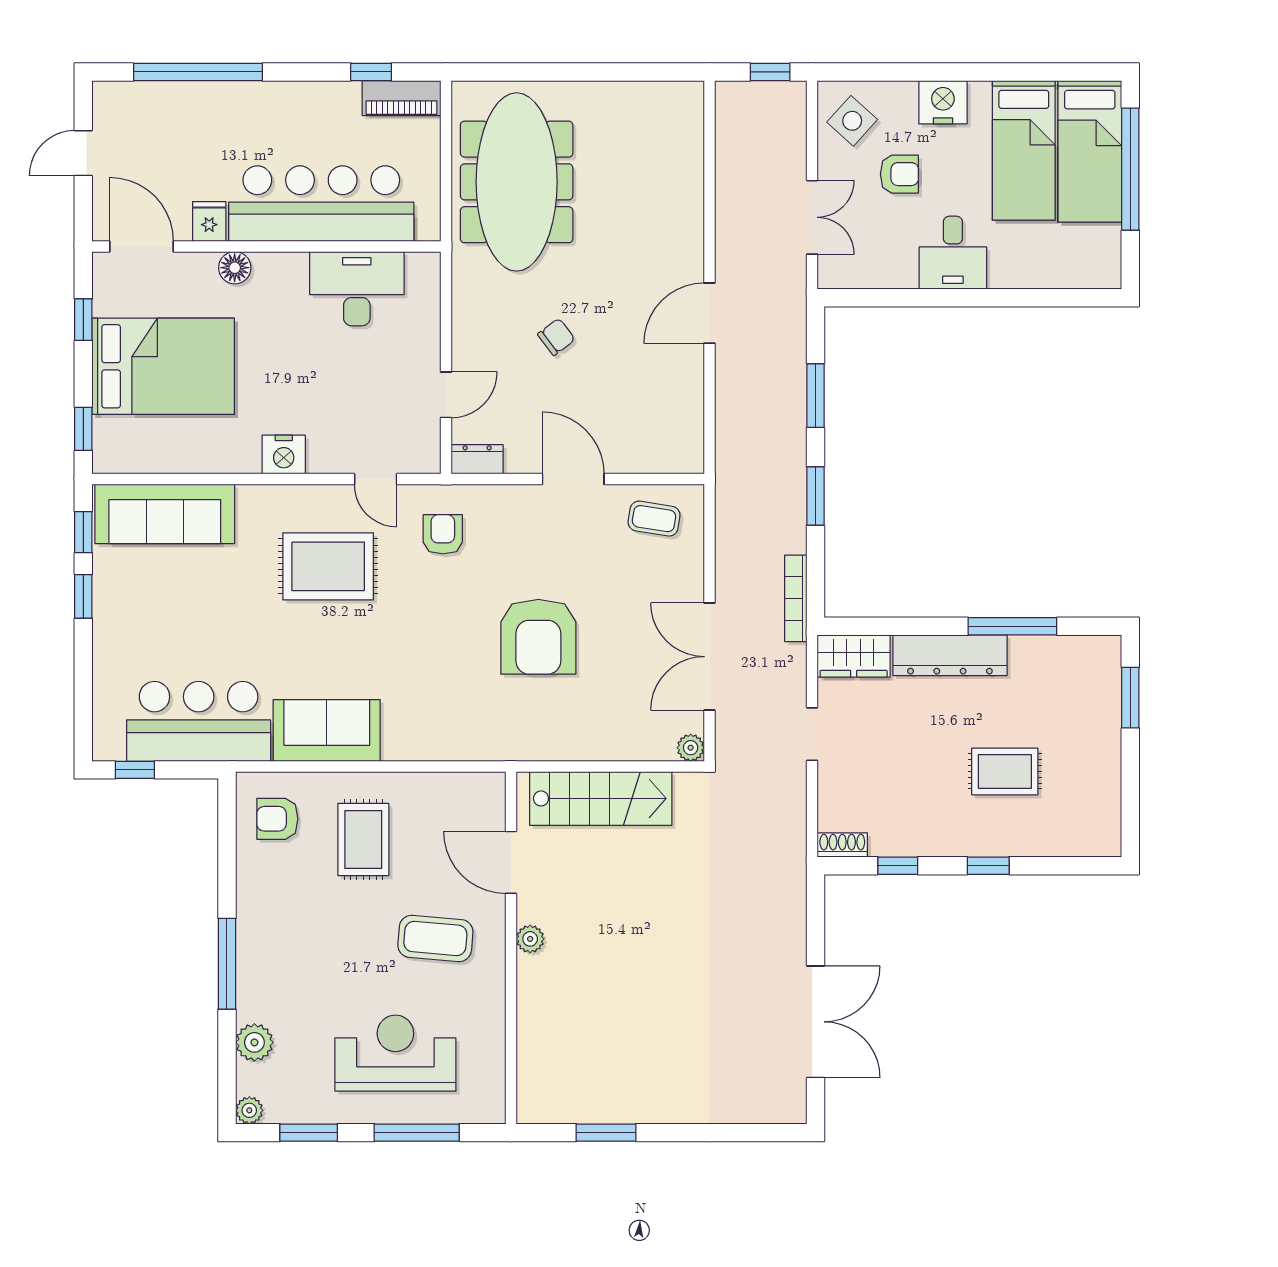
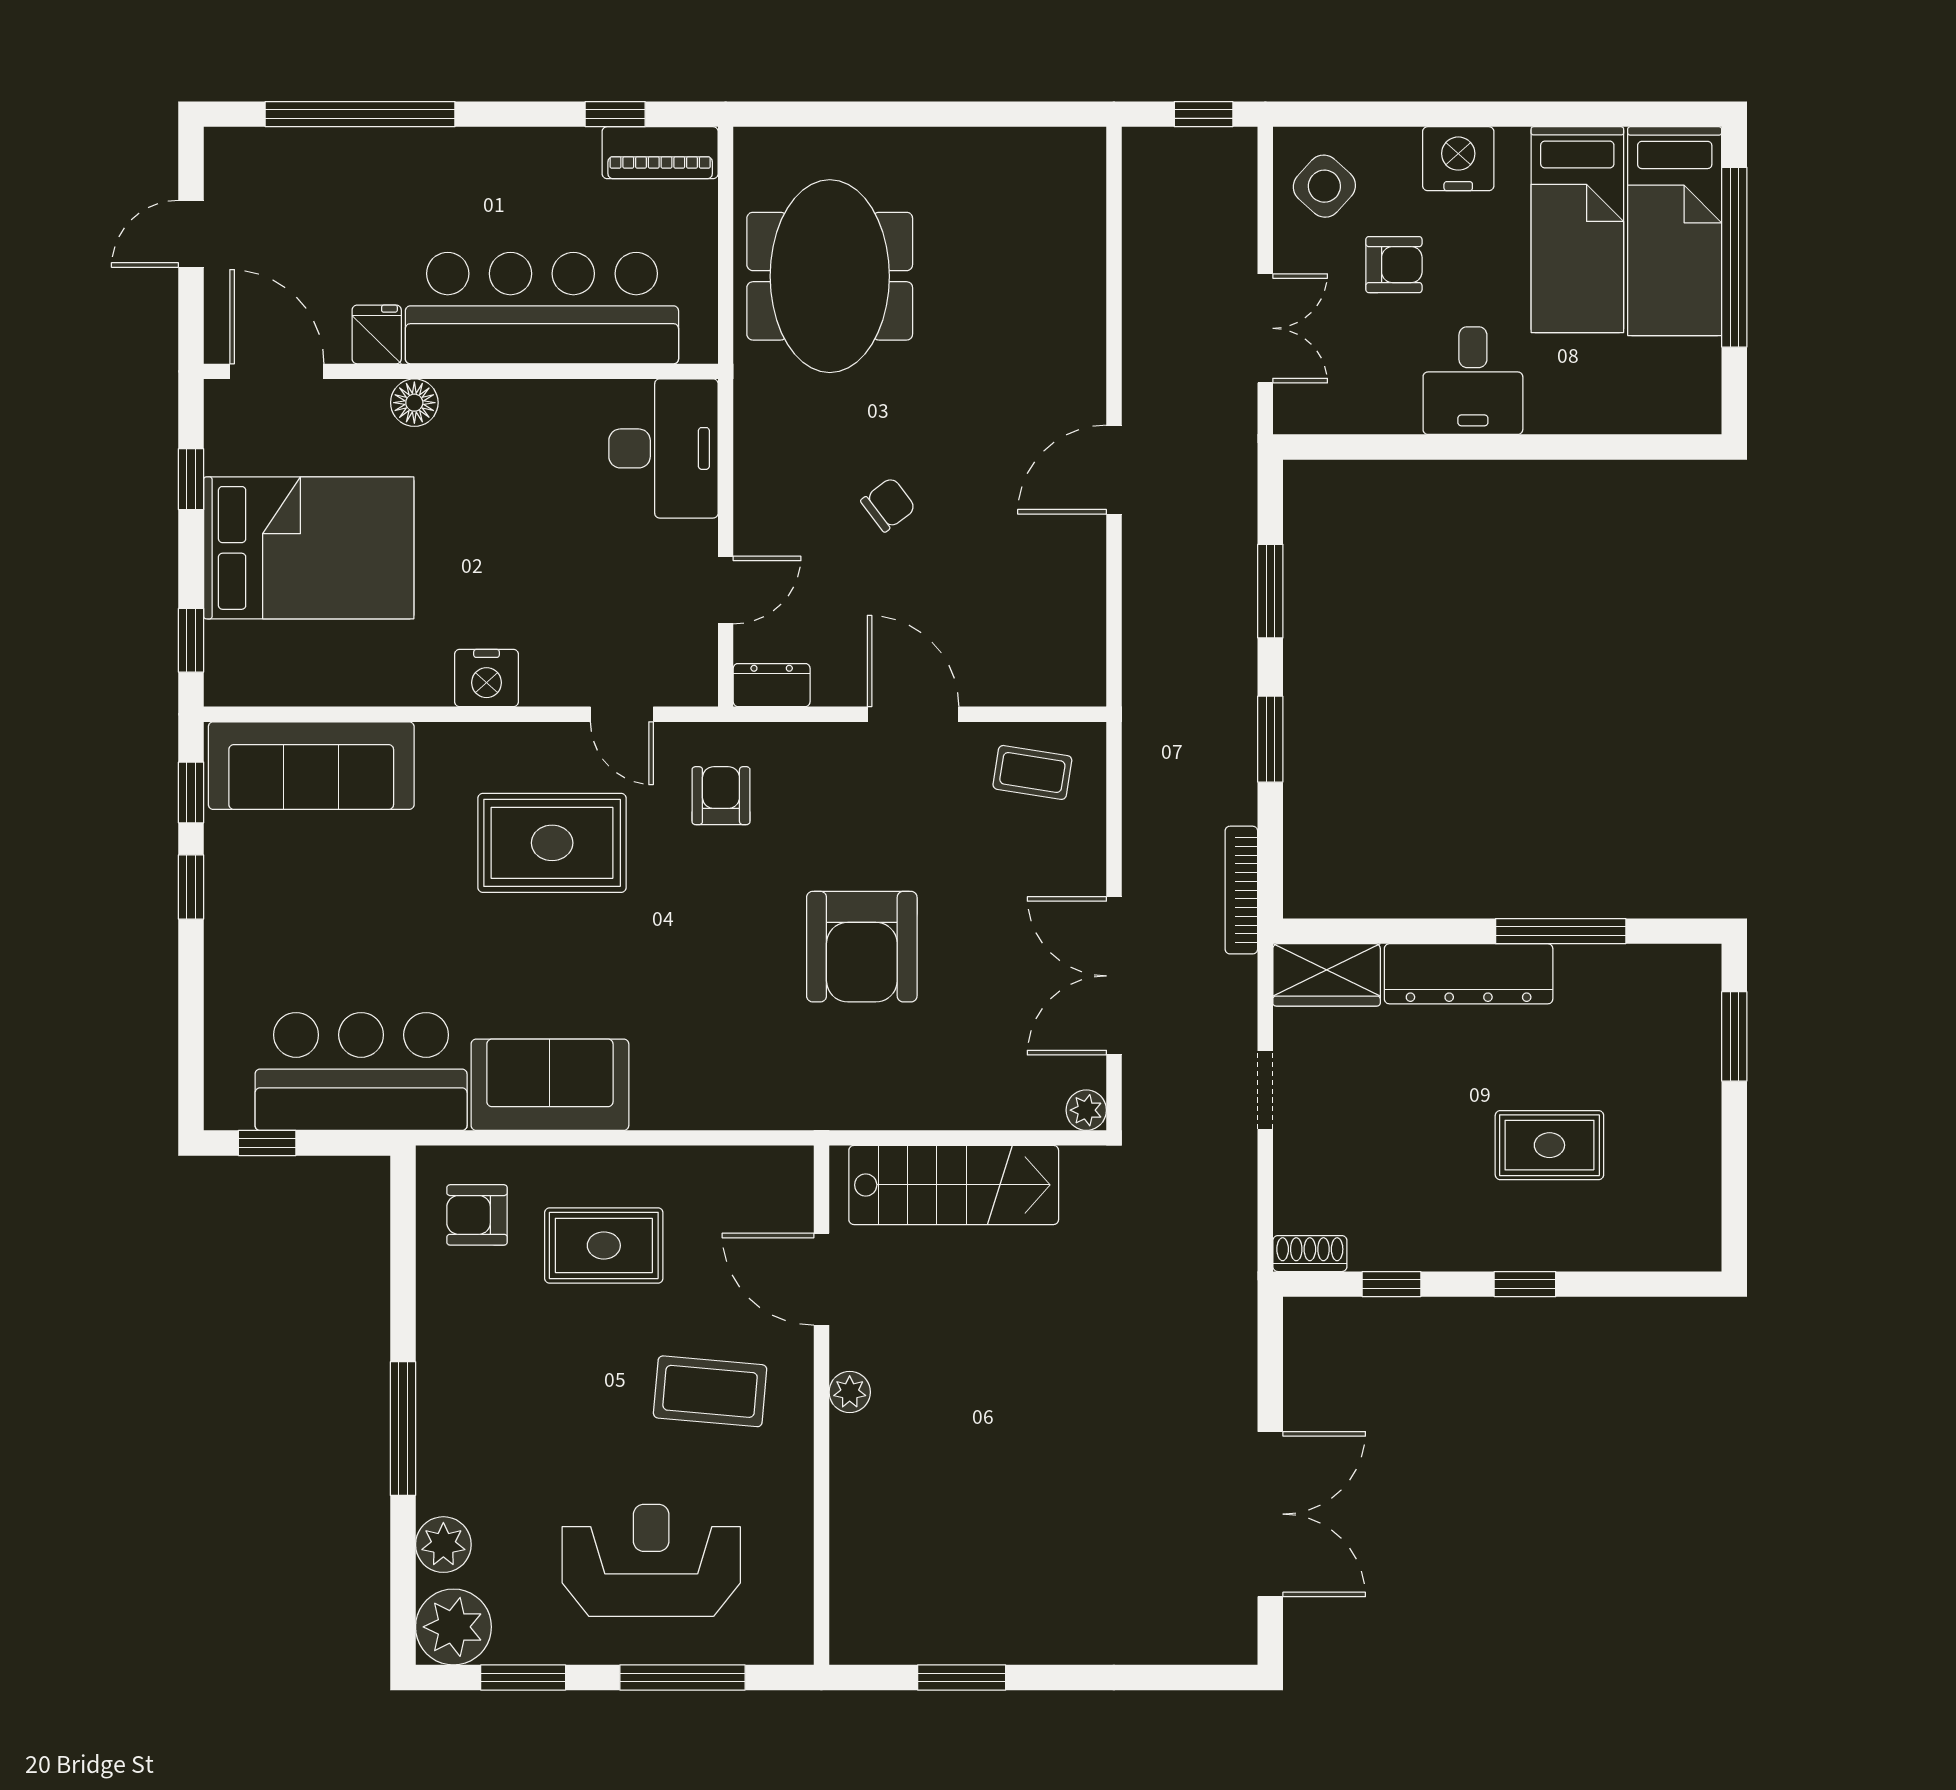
meeting table: (517, 182) -> (830, 276), width x0.73
desk: (357, 289) -> (663, 448), moved, turned 90
rug: (363, 839) -> (604, 1245), turned 90
plant: (249, 1110) -> (453, 1627), width x1.87, depth x1.87

